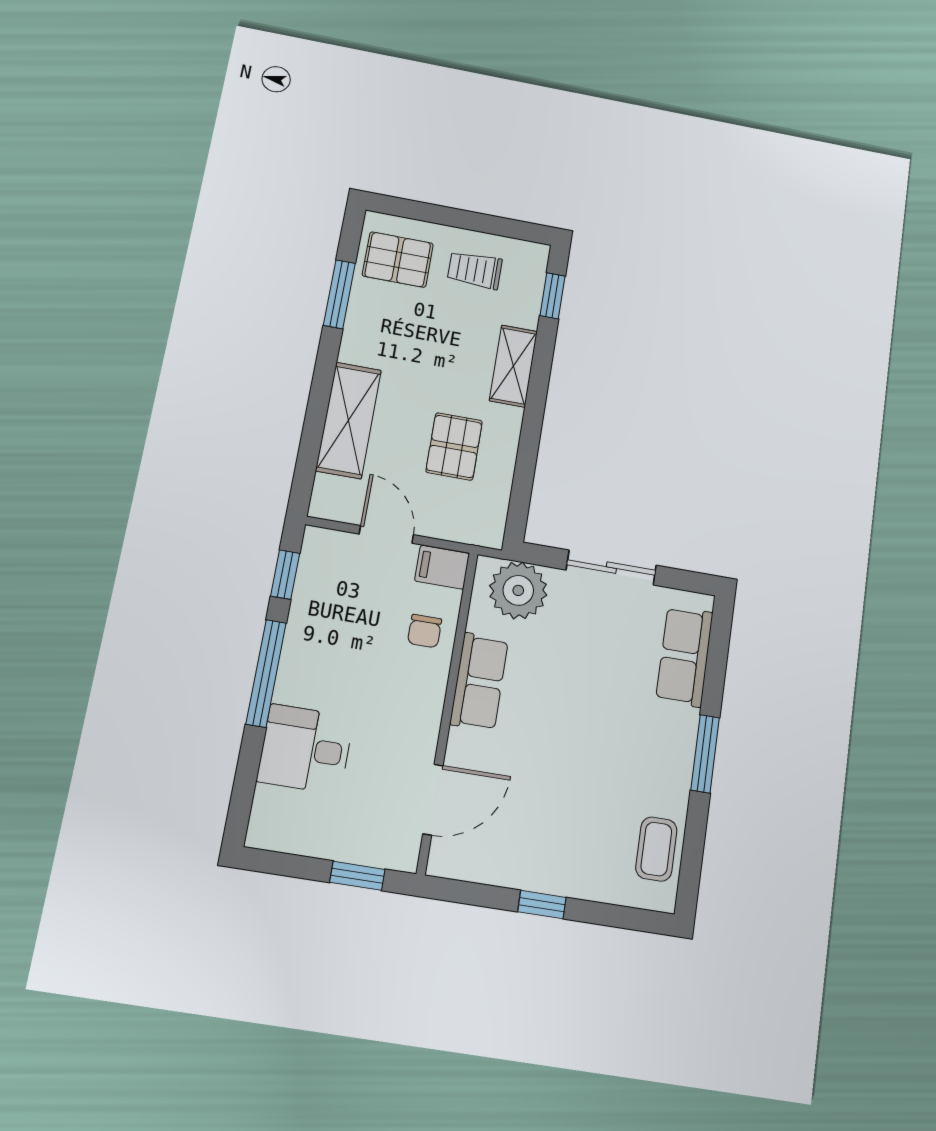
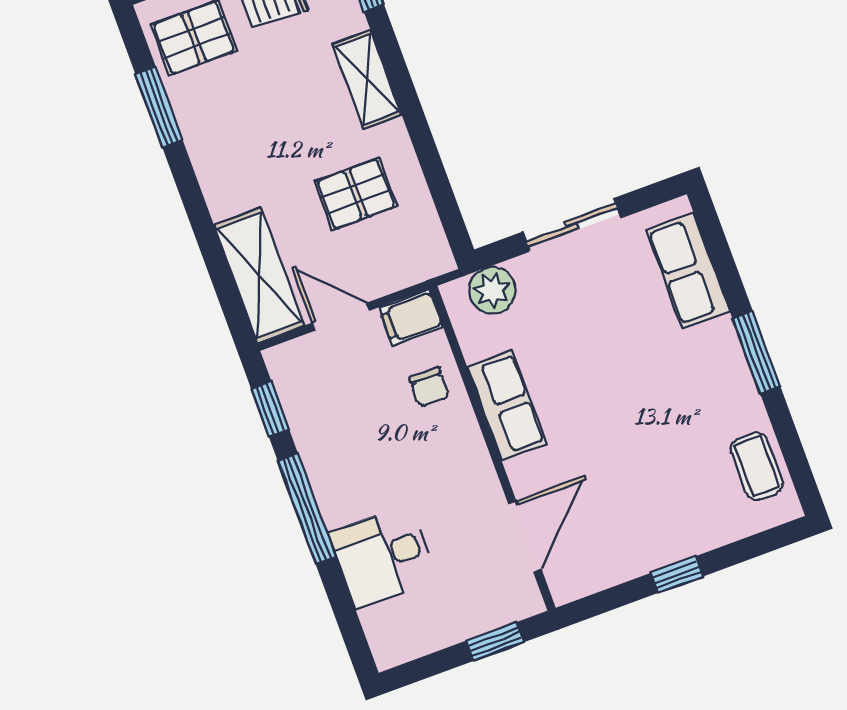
shelving: (349, 420) -> (259, 275), moved
pallet: (454, 446) -> (356, 194), turned 90
plant: (518, 590) -> (492, 290), width x0.73, depth x0.73

